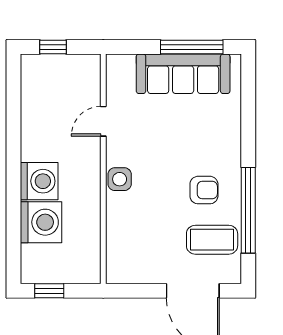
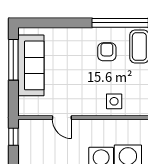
window: (53, 47) -> (13, 137), moved
side table: (120, 179) -> (114, 101), moved

